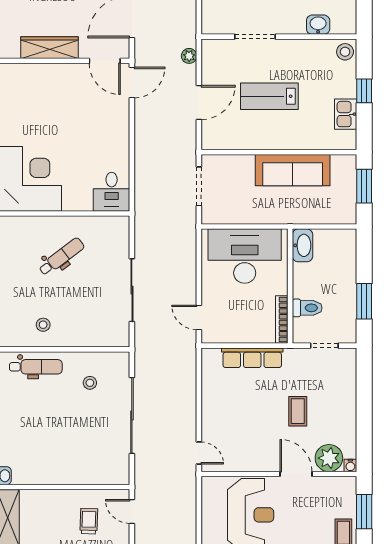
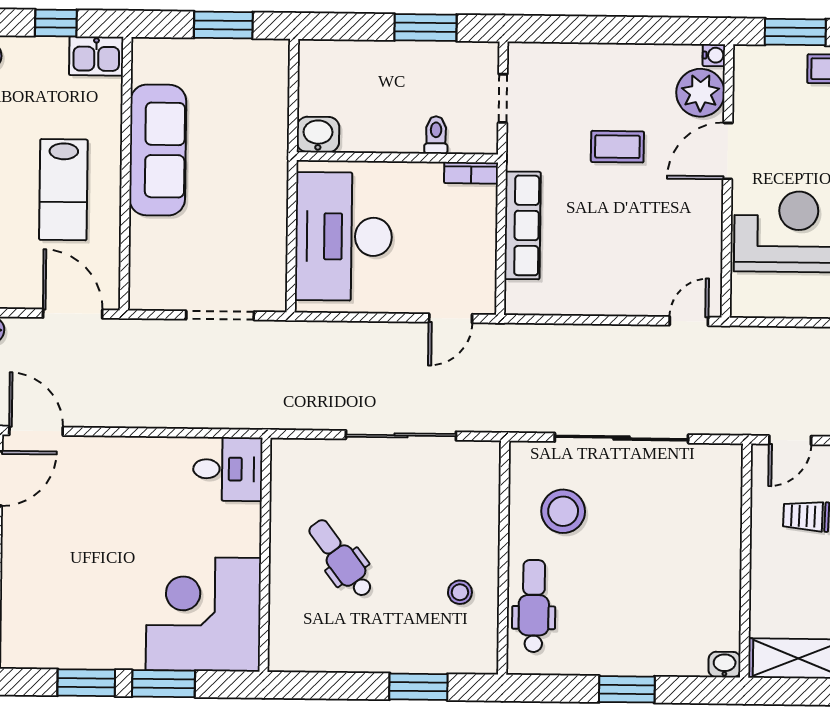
wall: (279, 152) -> (126, 174), moved
sofa: (293, 170) -> (158, 150), moved
washbasin: (302, 245) -> (318, 135), width x0.72
toilet: (307, 308) -> (436, 135), width x0.73, depth x0.72
bookcase: (282, 320) -> (471, 173), width x0.64
stool: (90, 383) -> (563, 511), width x1.89, depth x1.89

